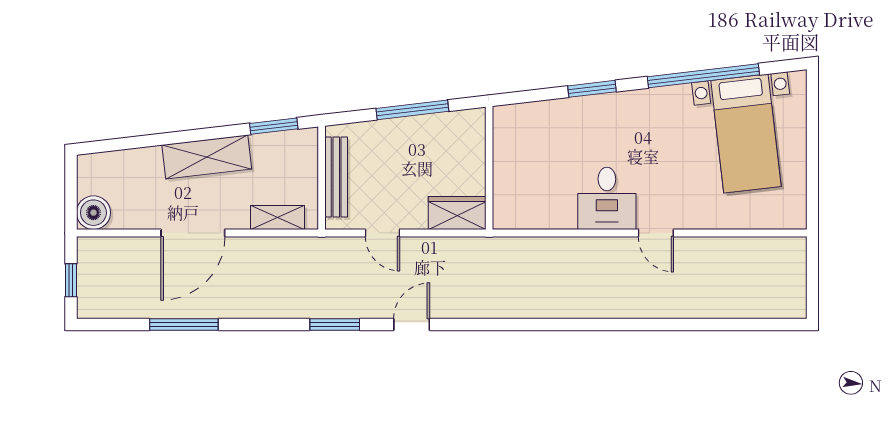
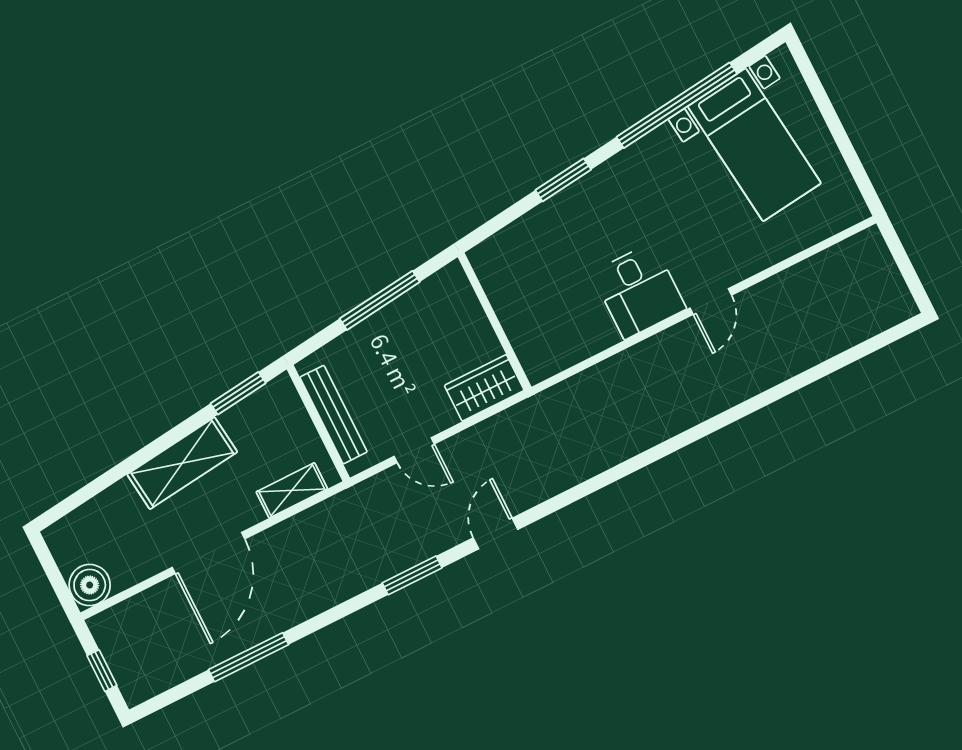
door: (656, 233) -> (711, 302), hinge flipped

